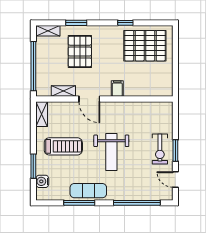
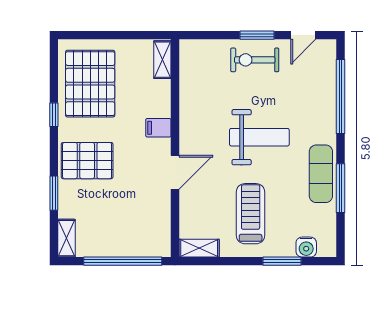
pallet: (80, 52) -> (87, 161), moved
shelving: (63, 91) -> (162, 60), moved
exercise bike: (160, 149) -> (255, 60), turned 180

